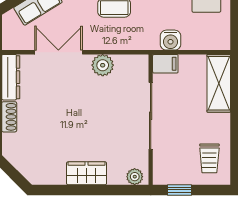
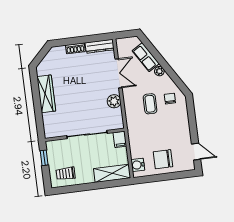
water cooler: (170, 40) -> (138, 165), moved
wardrobe: (87, 173) -> (46, 94), width x1.50
plant: (135, 177) -> (49, 130), removed

